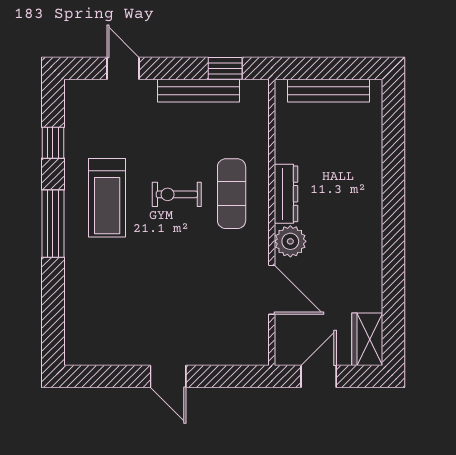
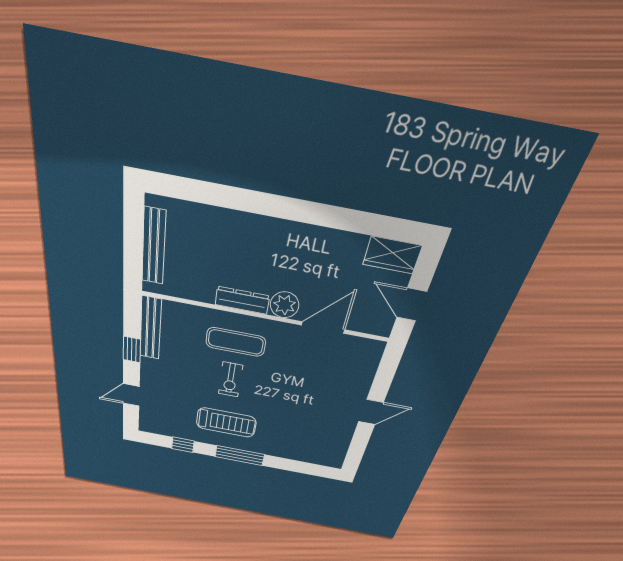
window: (225, 68) -> (132, 350), moved
bench: (199, 91) -> (150, 328), moved

